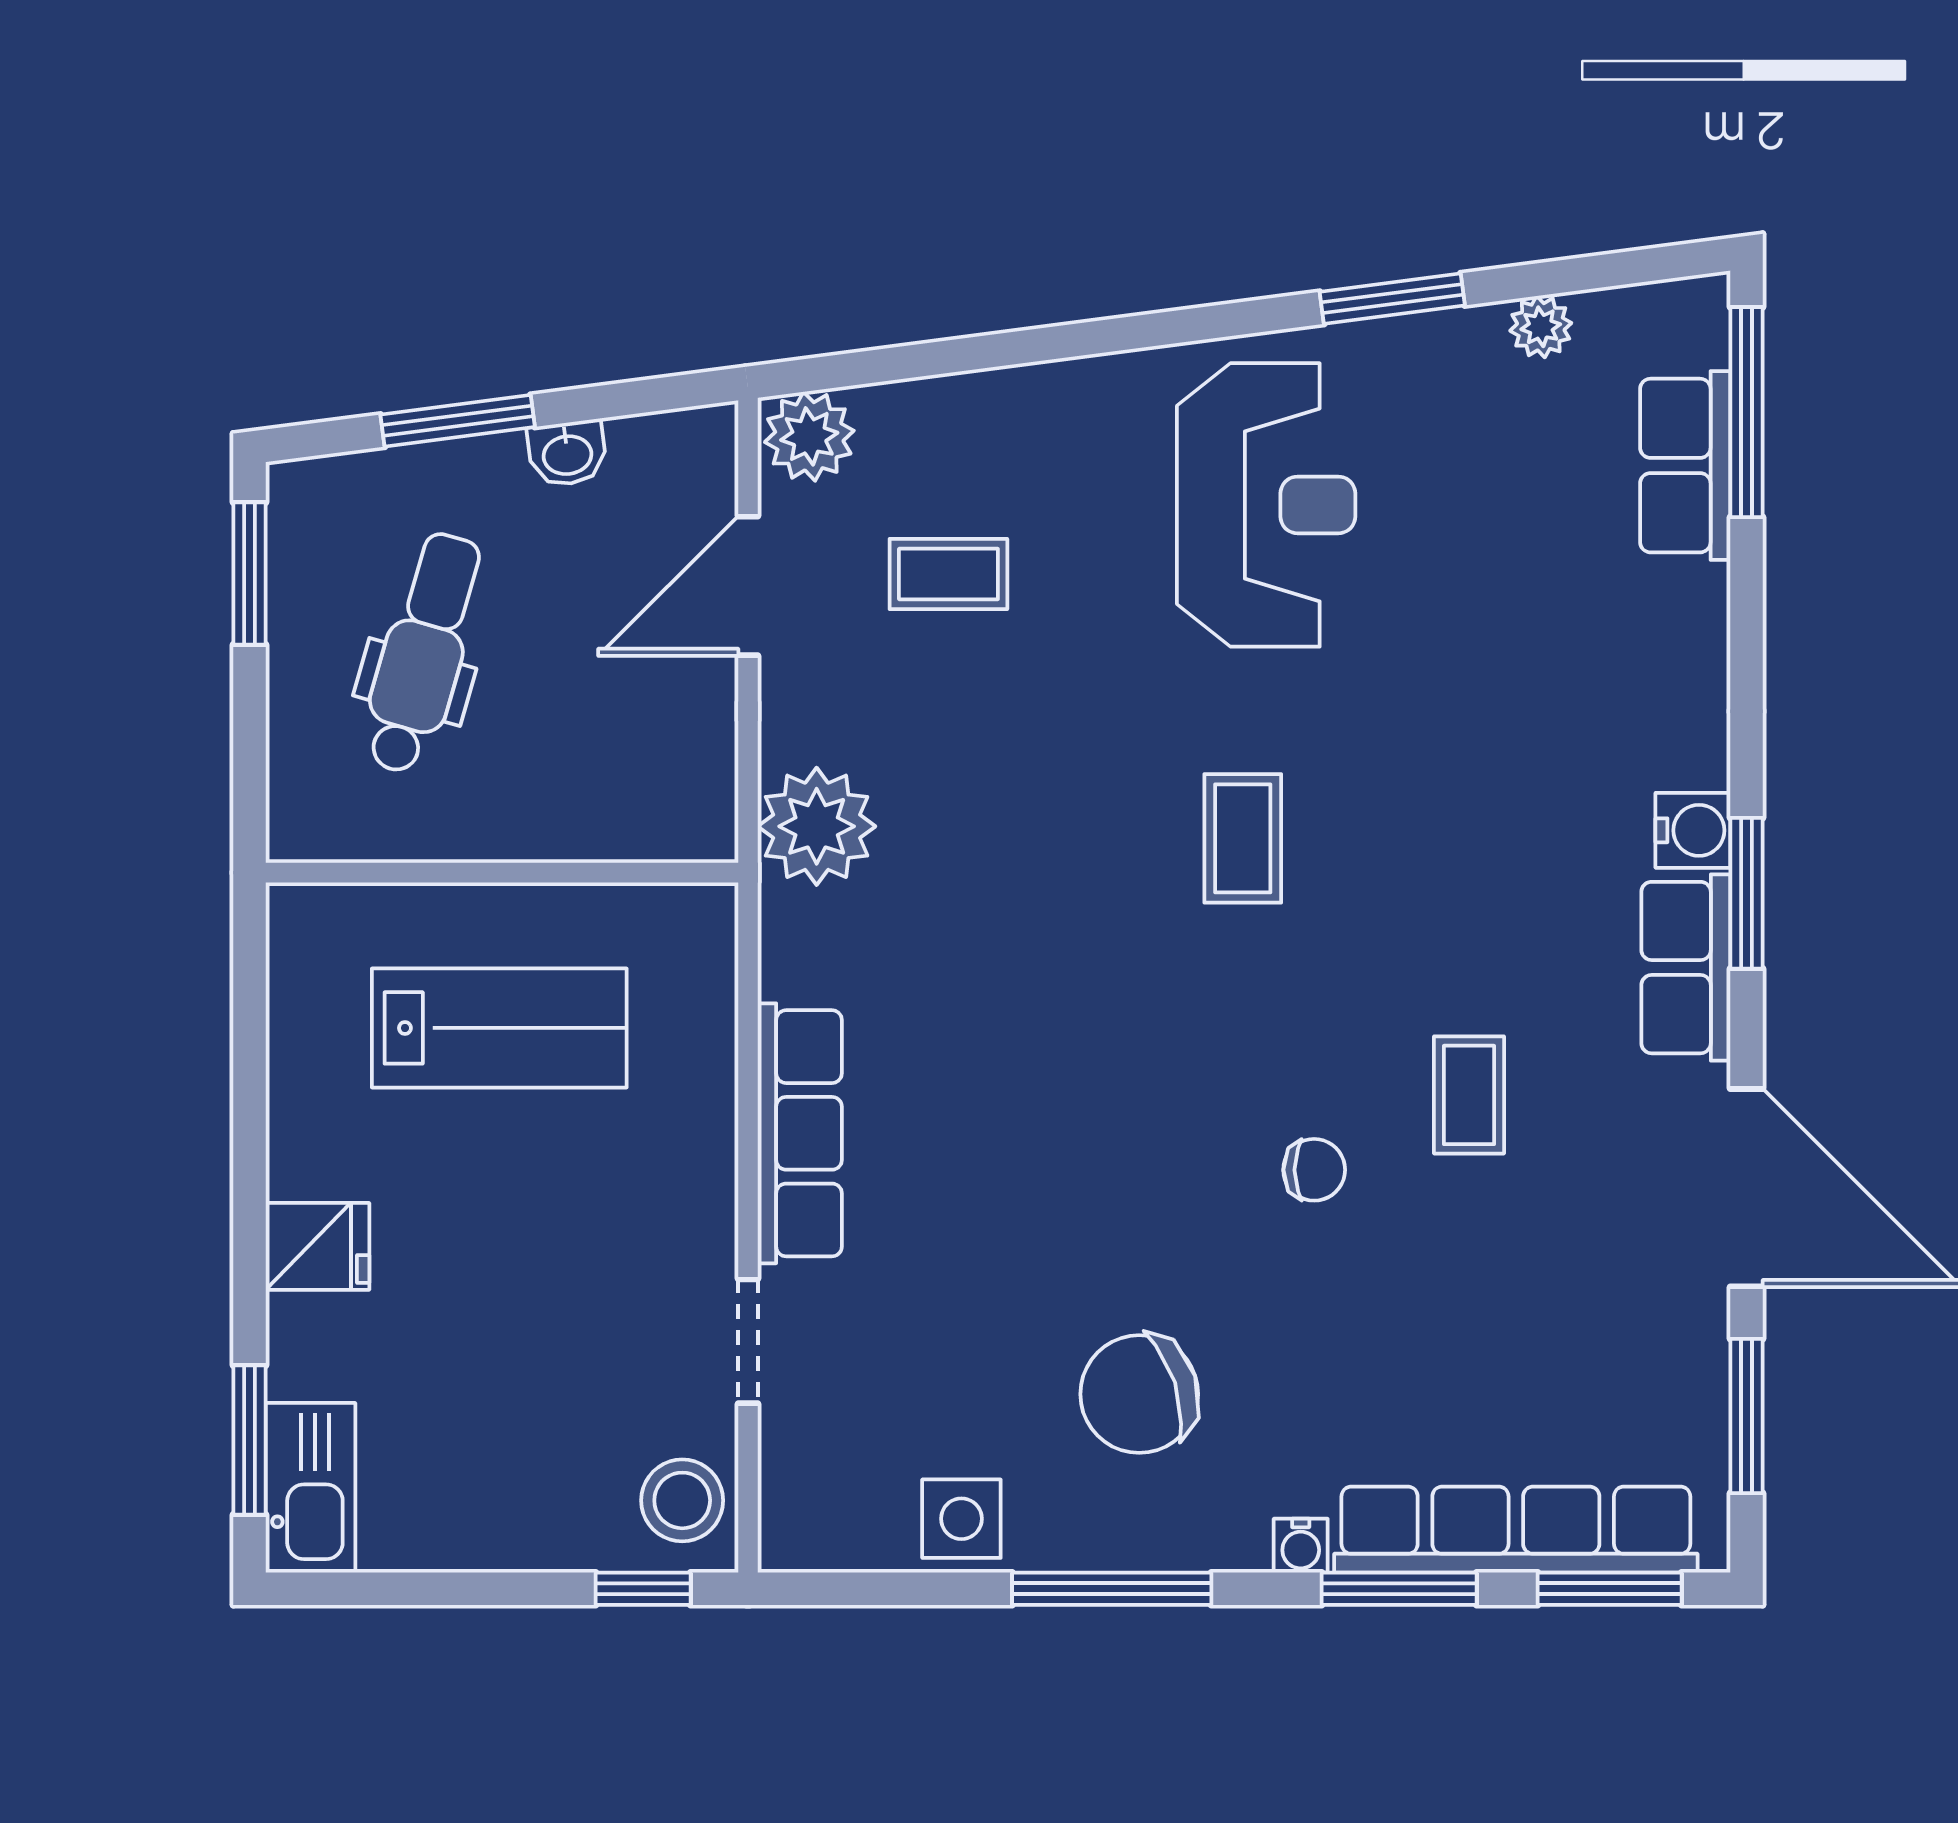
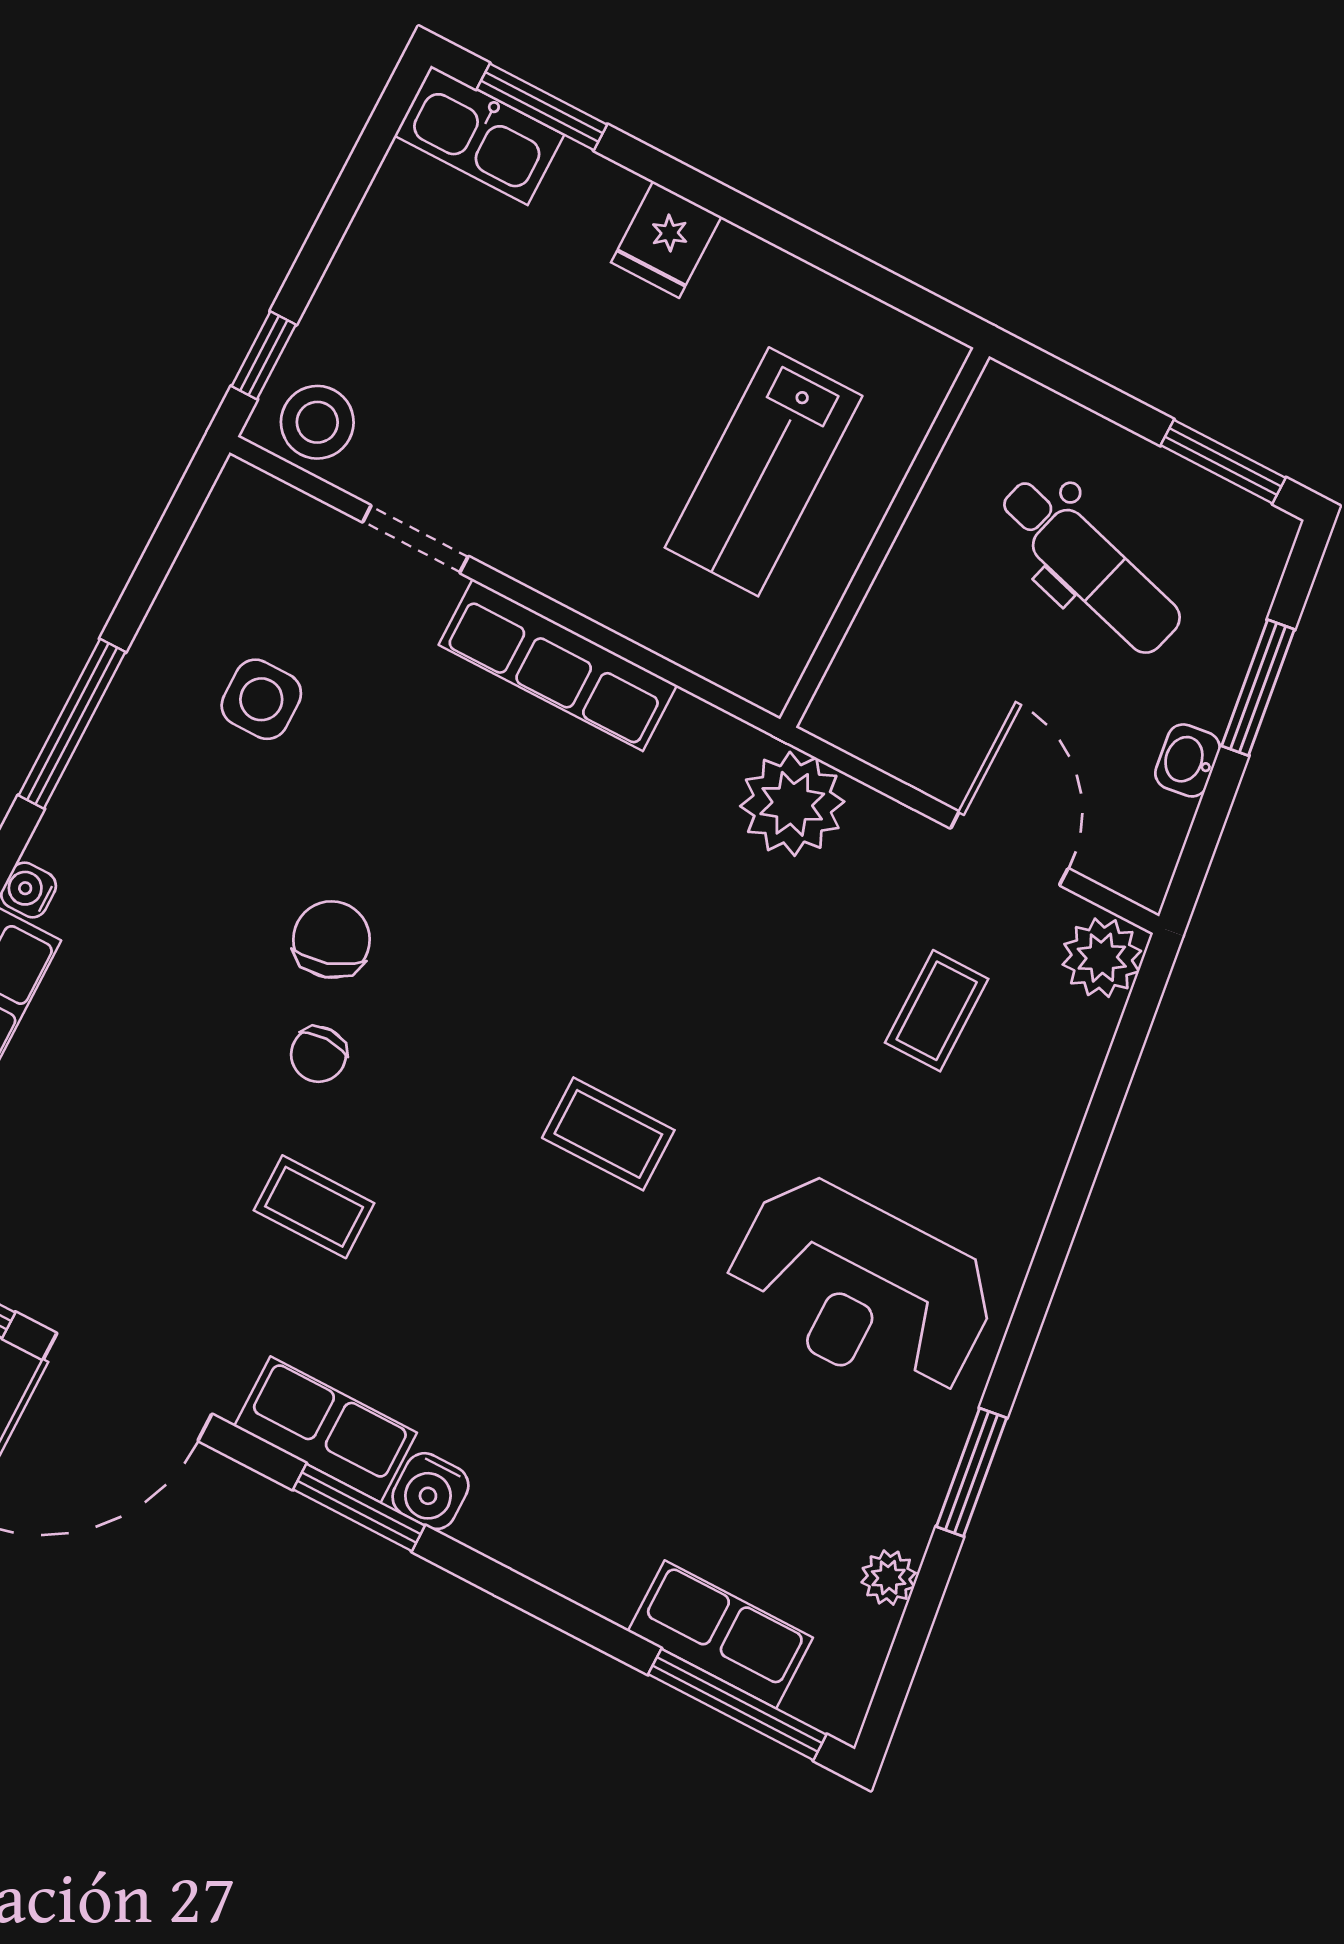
chair: (1139, 1394) -> (331, 940), moved, width x0.73, depth x0.73
side table: (961, 1519) -> (261, 699), moved

